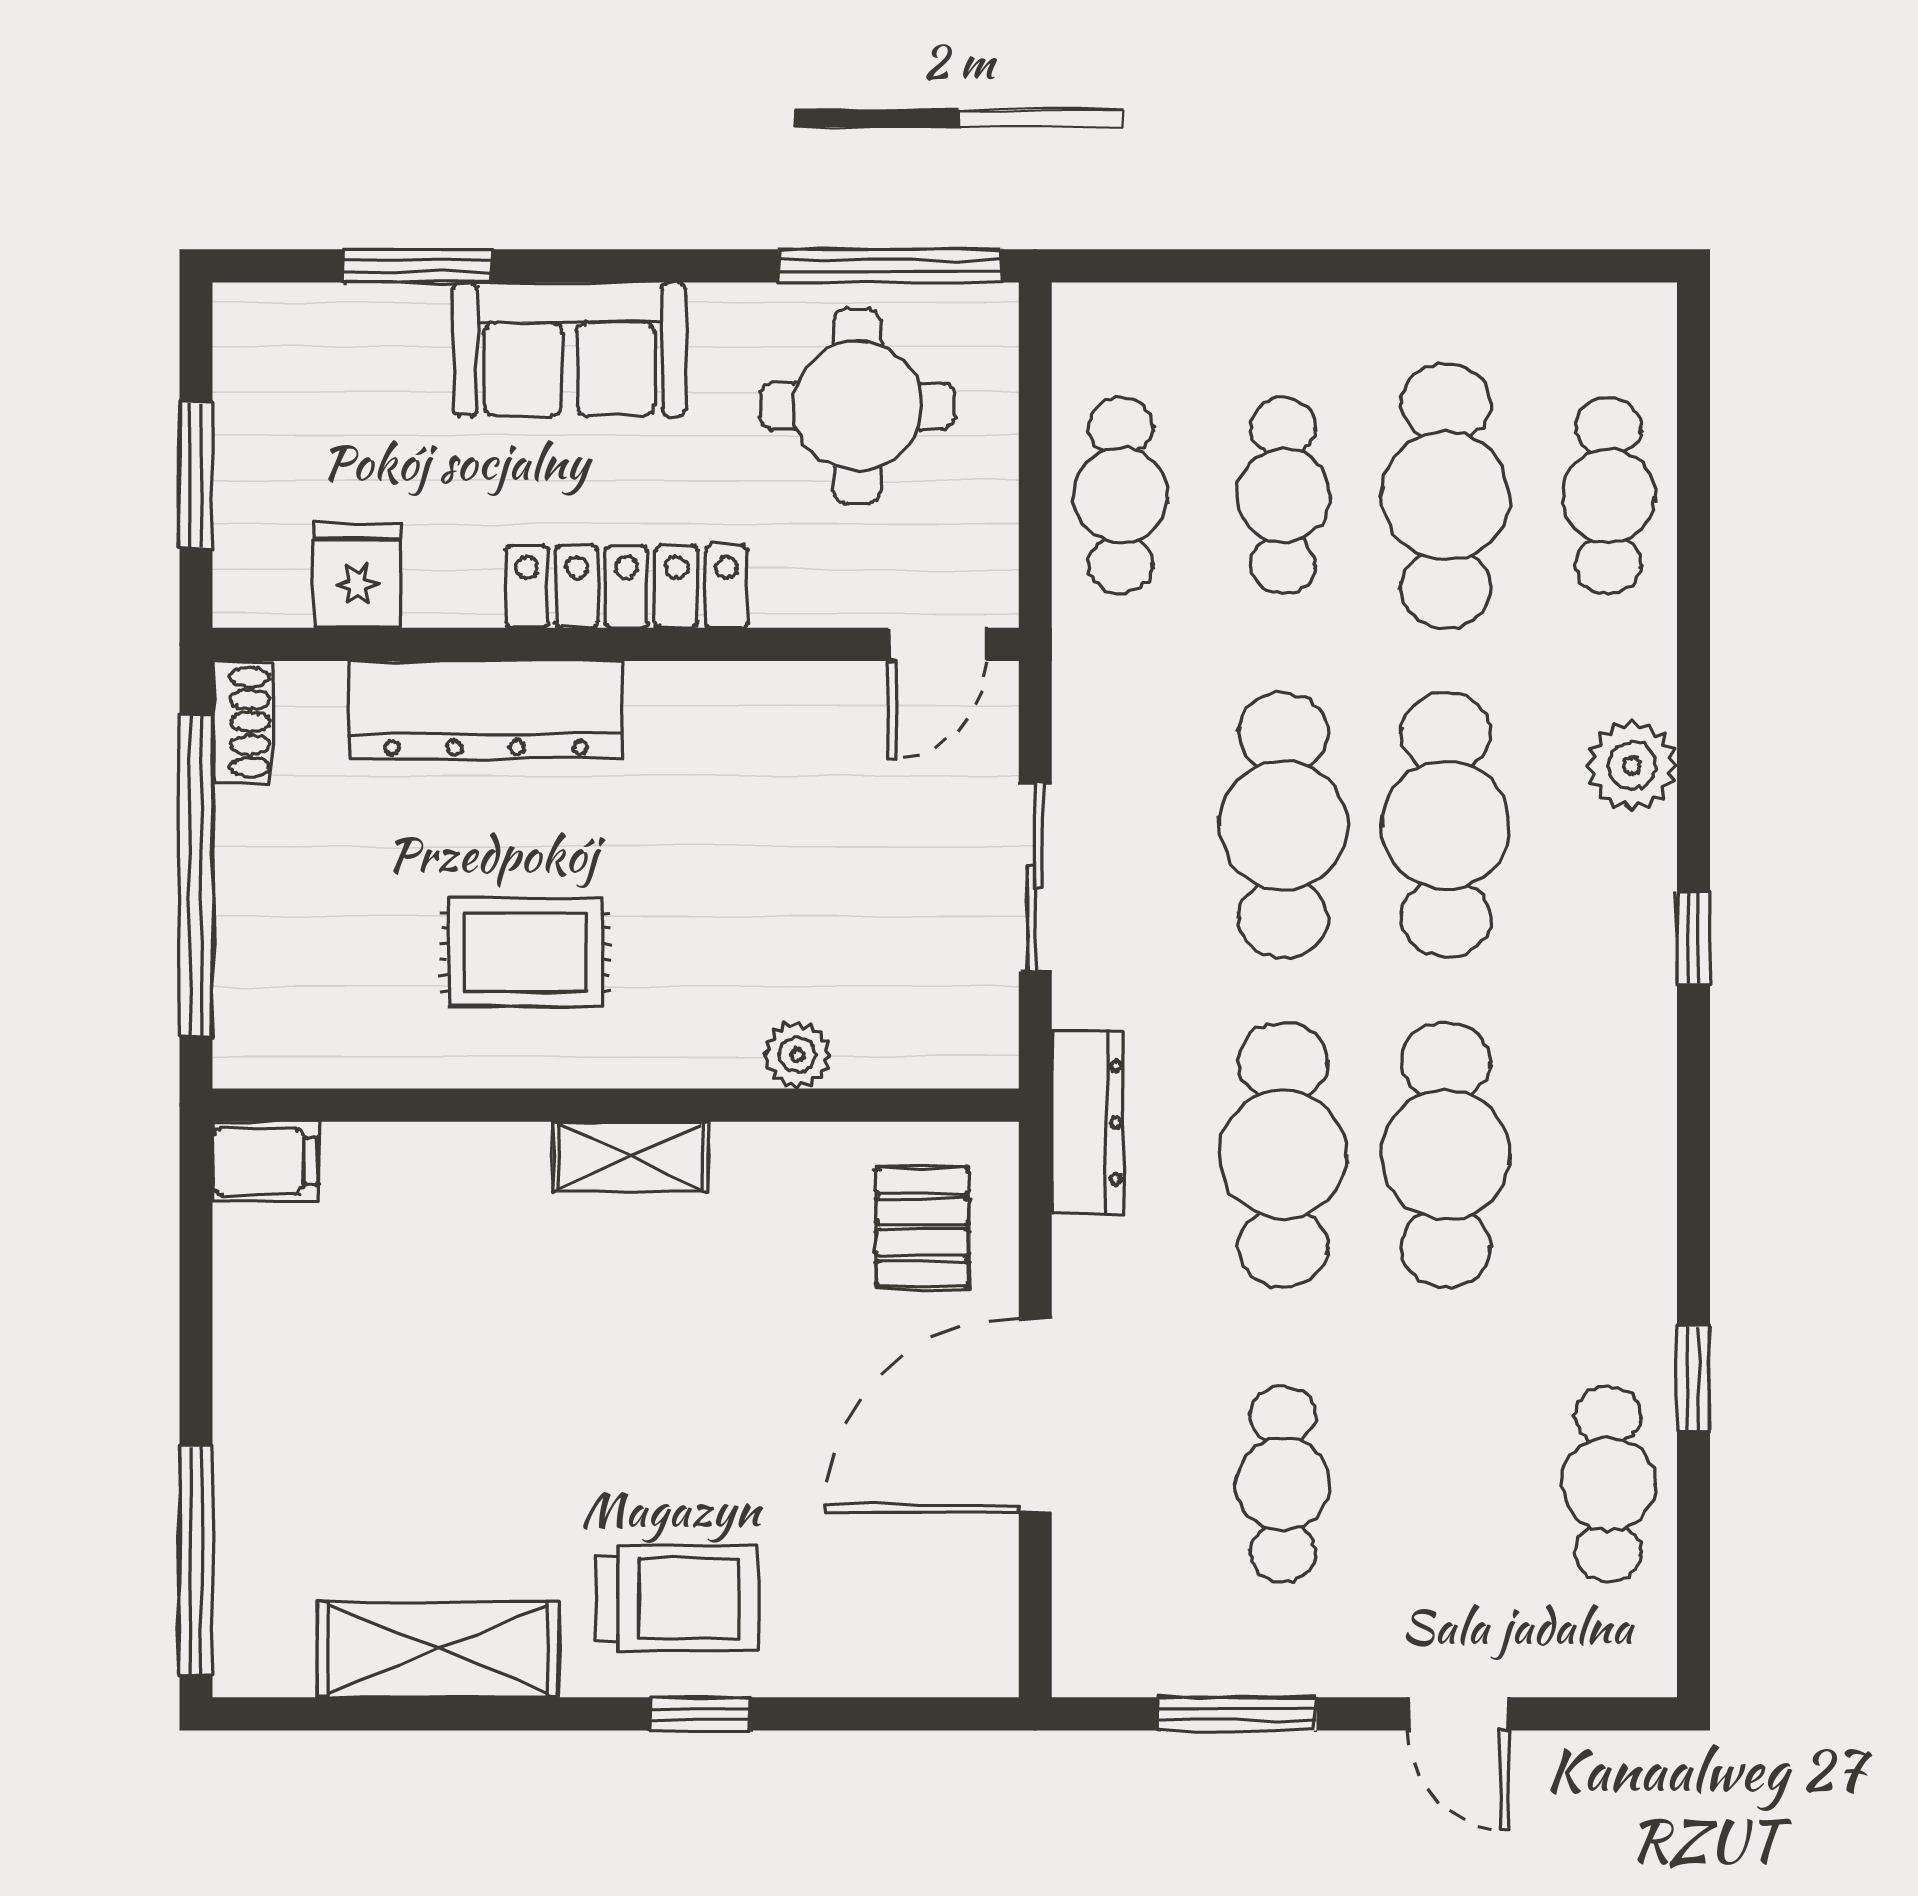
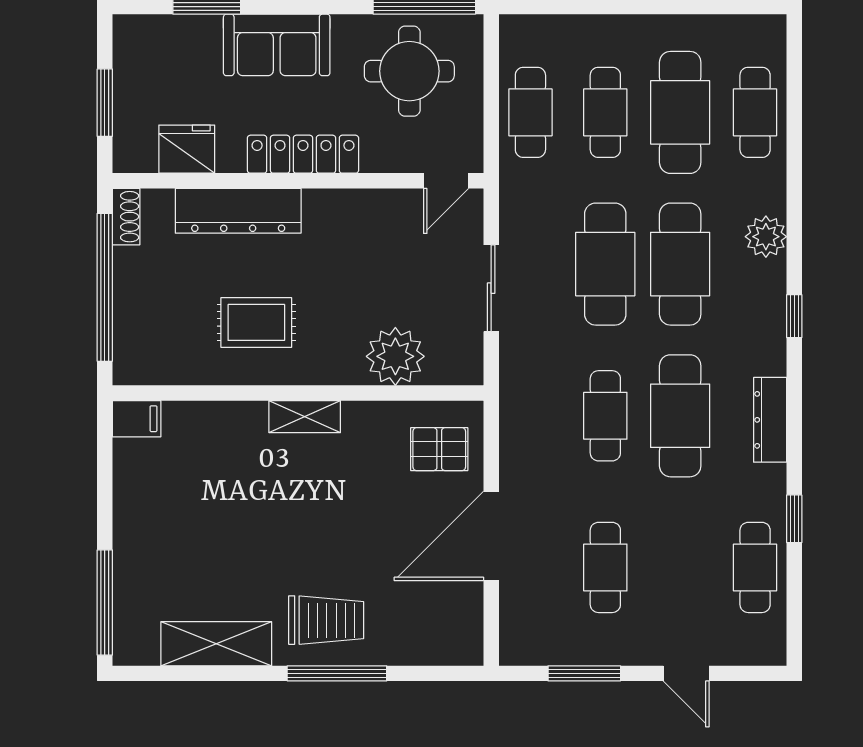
fridge: (357, 576) -> (187, 149), width x1.38
plant: (798, 1055) -> (395, 356), width x1.88, depth x1.88
dresser: (1088, 1123) -> (770, 420), moved, turned 180
cafe table: (1283, 1155) -> (605, 416), width x0.73, depth x0.74
pallet: (922, 1227) -> (439, 449), turned 90
window: (700, 1714) -> (337, 673), width x2.17

